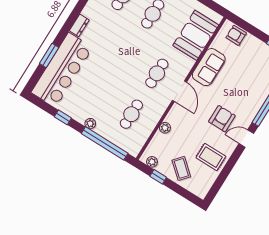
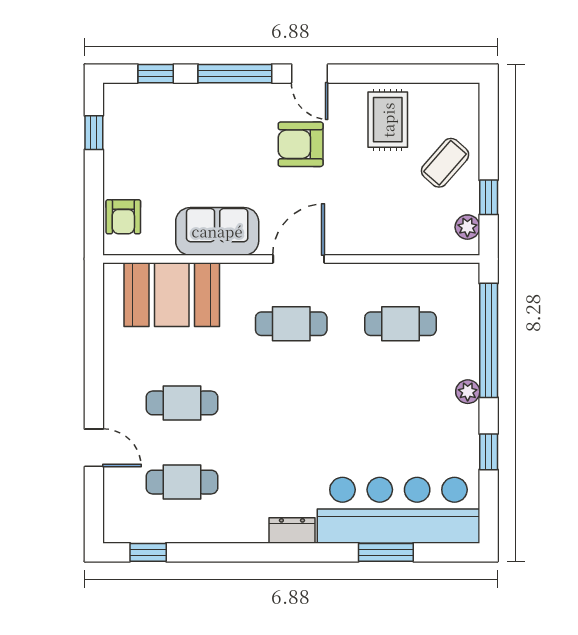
plant: (165, 128) -> (386, 243), removed

